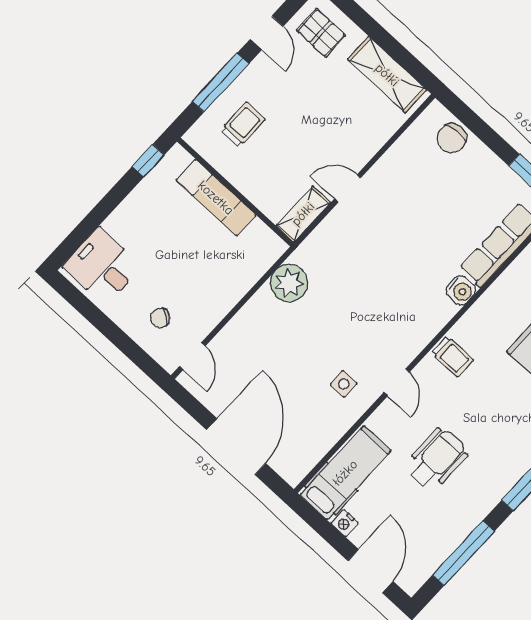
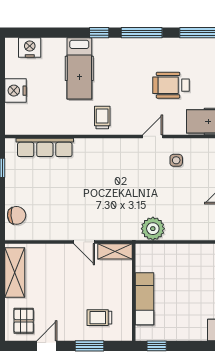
window: (221, 83) -> (90, 346), width x0.69
water cooler: (461, 290) -> (83, 146), removed
trolley: (452, 356) -> (102, 118), moved

